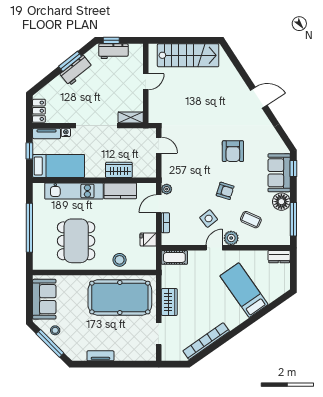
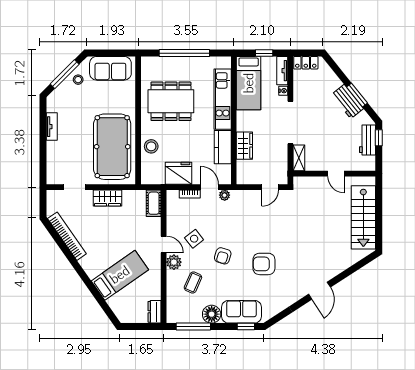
fridge: (148, 240) -> (178, 173), width x1.88, depth x1.34

